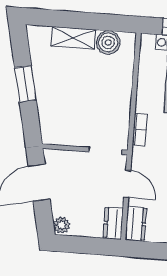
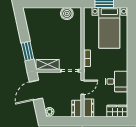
shelving: (73, 38) -> (48, 65), moved
window: (25, 84) -> (28, 51), moved
door: (127, 184) -> (82, 87), hinge flipped

